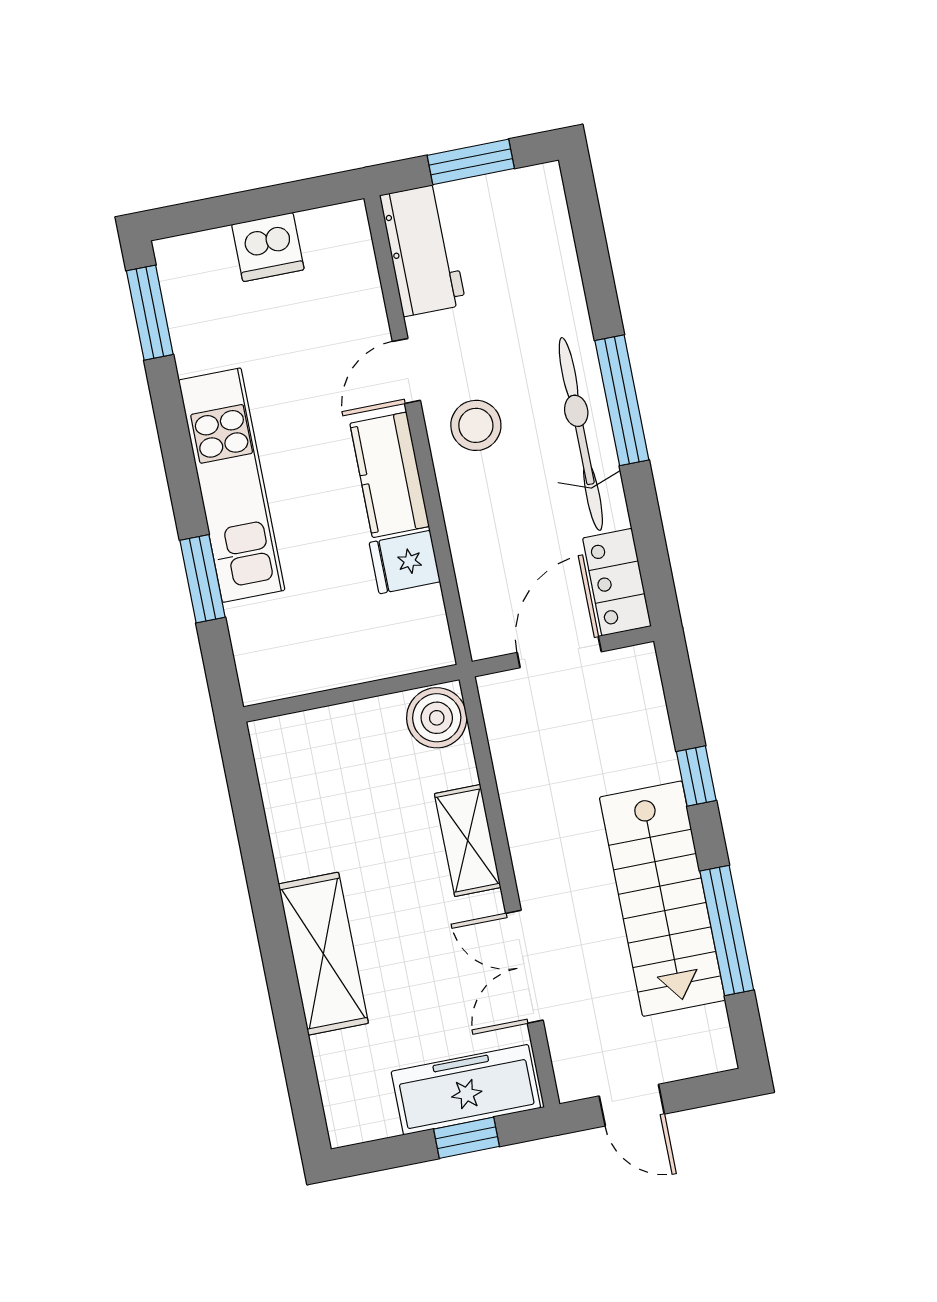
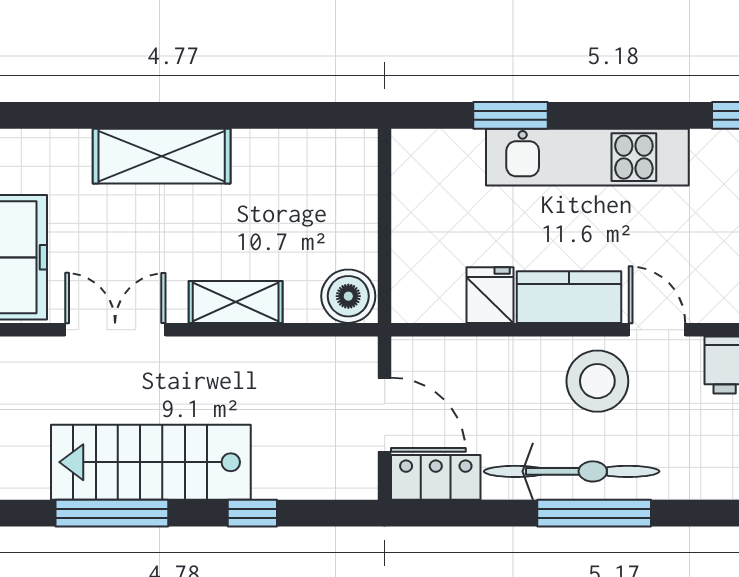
stool: (476, 425) -> (597, 381), width x1.38, depth x1.38

